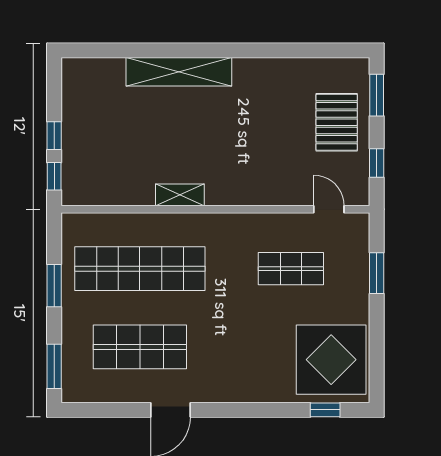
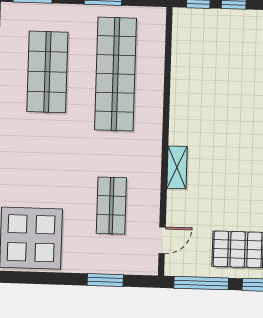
window: (377, 163) -> (201, 283), width x2.17
shelving: (180, 195) -> (177, 167), moved

